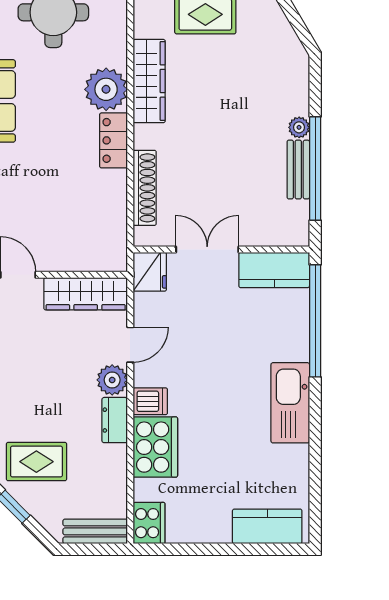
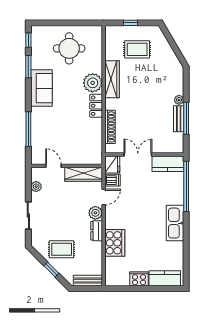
window: (315, 169) -> (186, 118), width x0.68
dishwasher: (150, 401) -> (112, 180), moved
cooker: (149, 523) -> (139, 279), moved, turned -90

